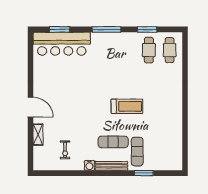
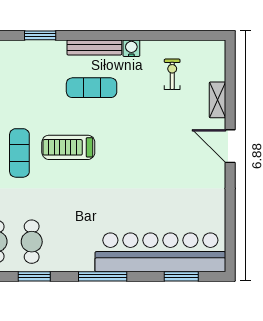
bar counter: (62, 44) -> (160, 252), width x1.36
exercise mat: (137, 152) -> (19, 153), moved

